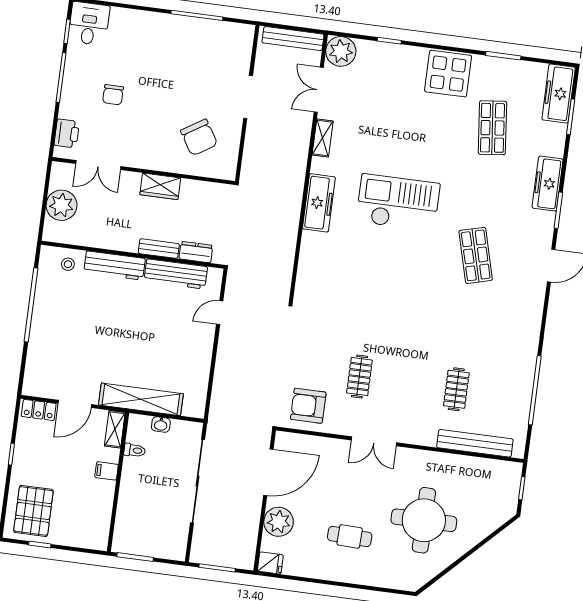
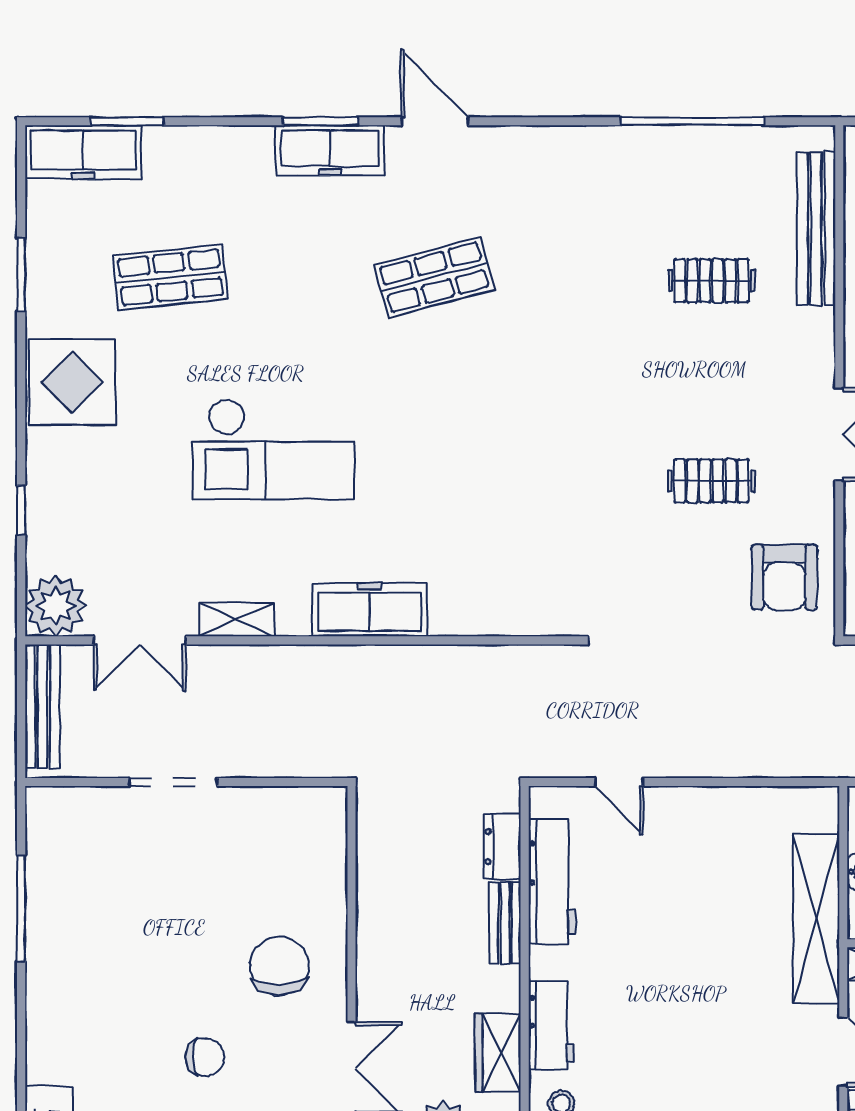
chair: (199, 137) -> (280, 966), moved, turned -58
freezer: (548, 184) -> (330, 150), moved
wardrobe: (160, 186) -> (498, 1053), moved, turned 180
checkout: (398, 203) -> (273, 449), moved, turned -90
workbench: (114, 266) -> (551, 1025), width x0.73

